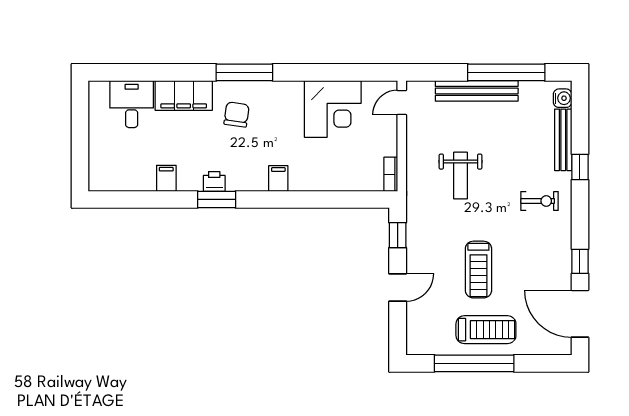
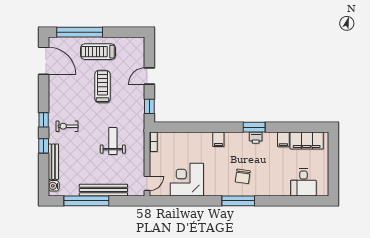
filing cabinet: (184, 95) -> (307, 140), moved, turned 180
window: (580, 261) -> (44, 120), moved
window: (474, 363) -> (80, 32), moved

